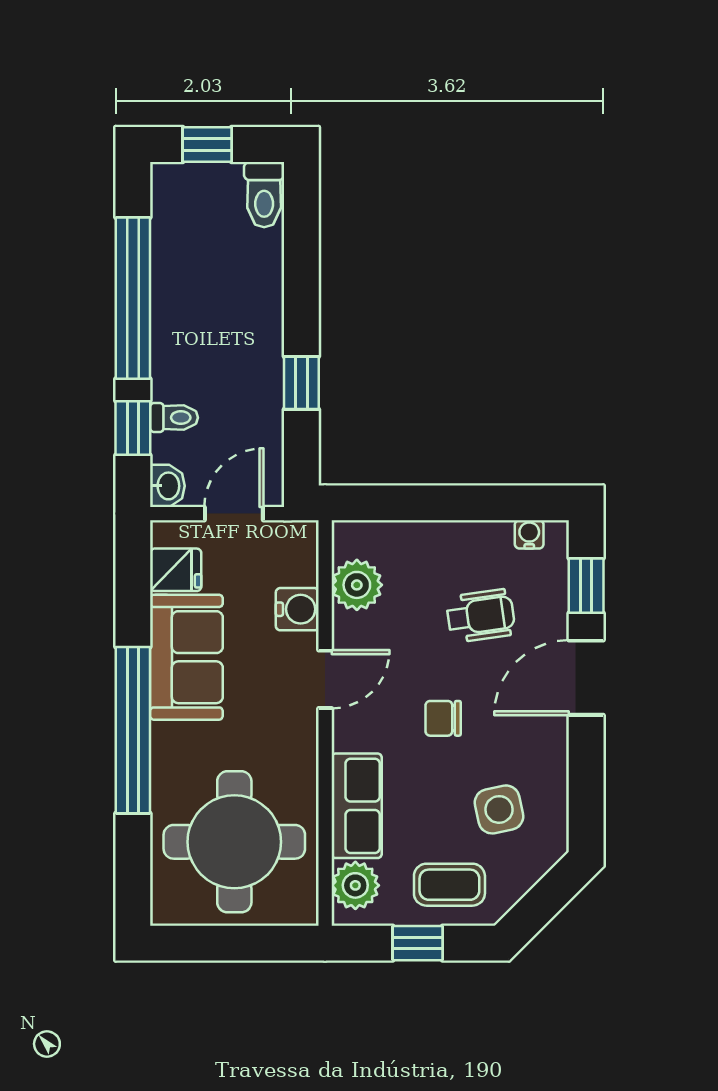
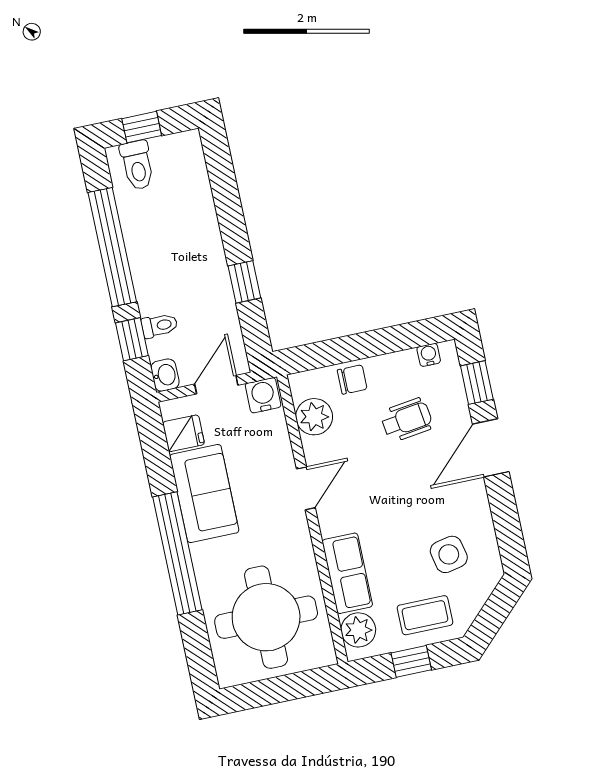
toilet: (264, 195) -> (137, 165), moved
water cooler: (297, 609) -> (263, 395), moved, turned -90
chair: (443, 718) -> (352, 380), moved, turned 180

